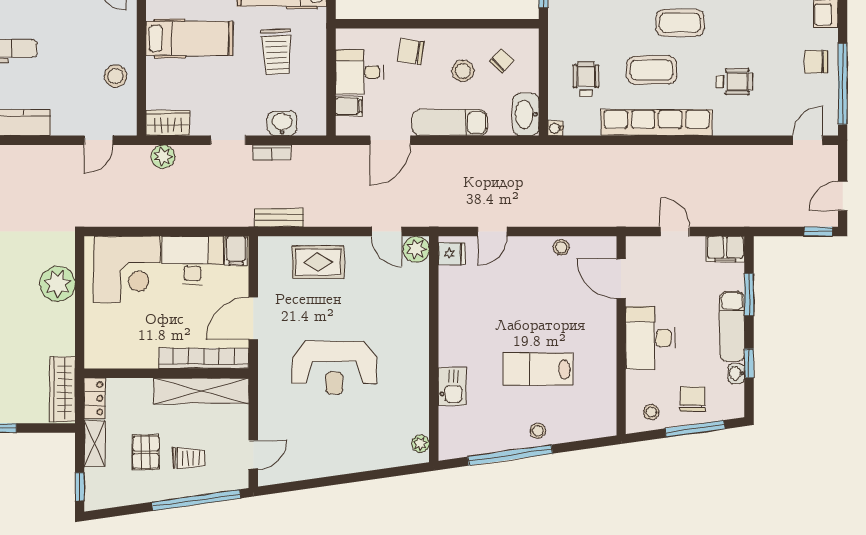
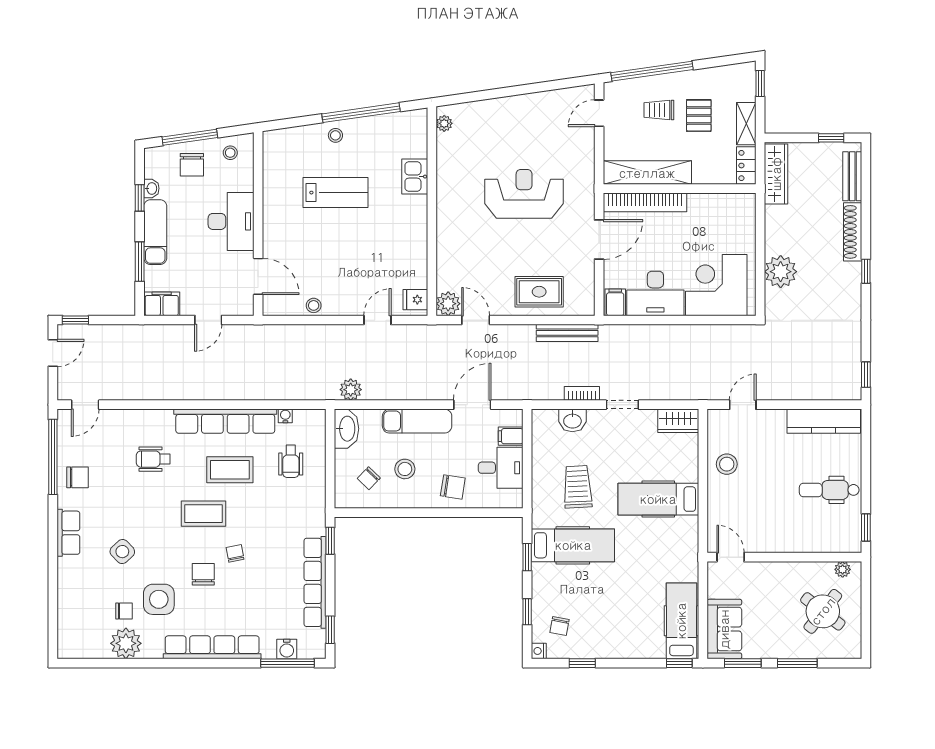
water cooler: (555, 128) -> (285, 416), moved, turned -90
plant: (163, 156) -> (351, 390), moved
bench: (279, 218) -> (567, 333), width x1.36
door: (675, 232) -> (208, 320), hinge flipped

